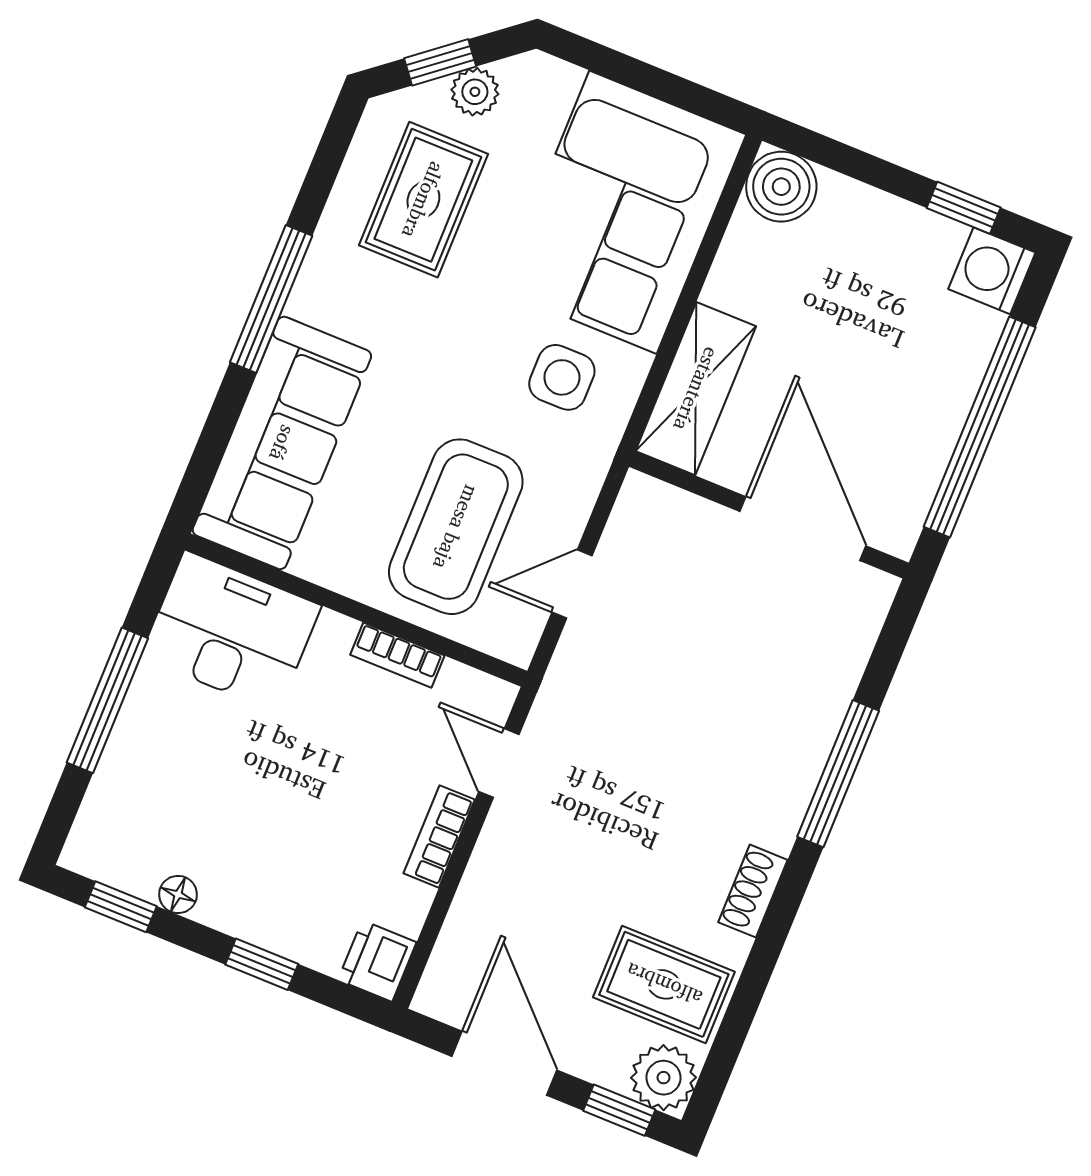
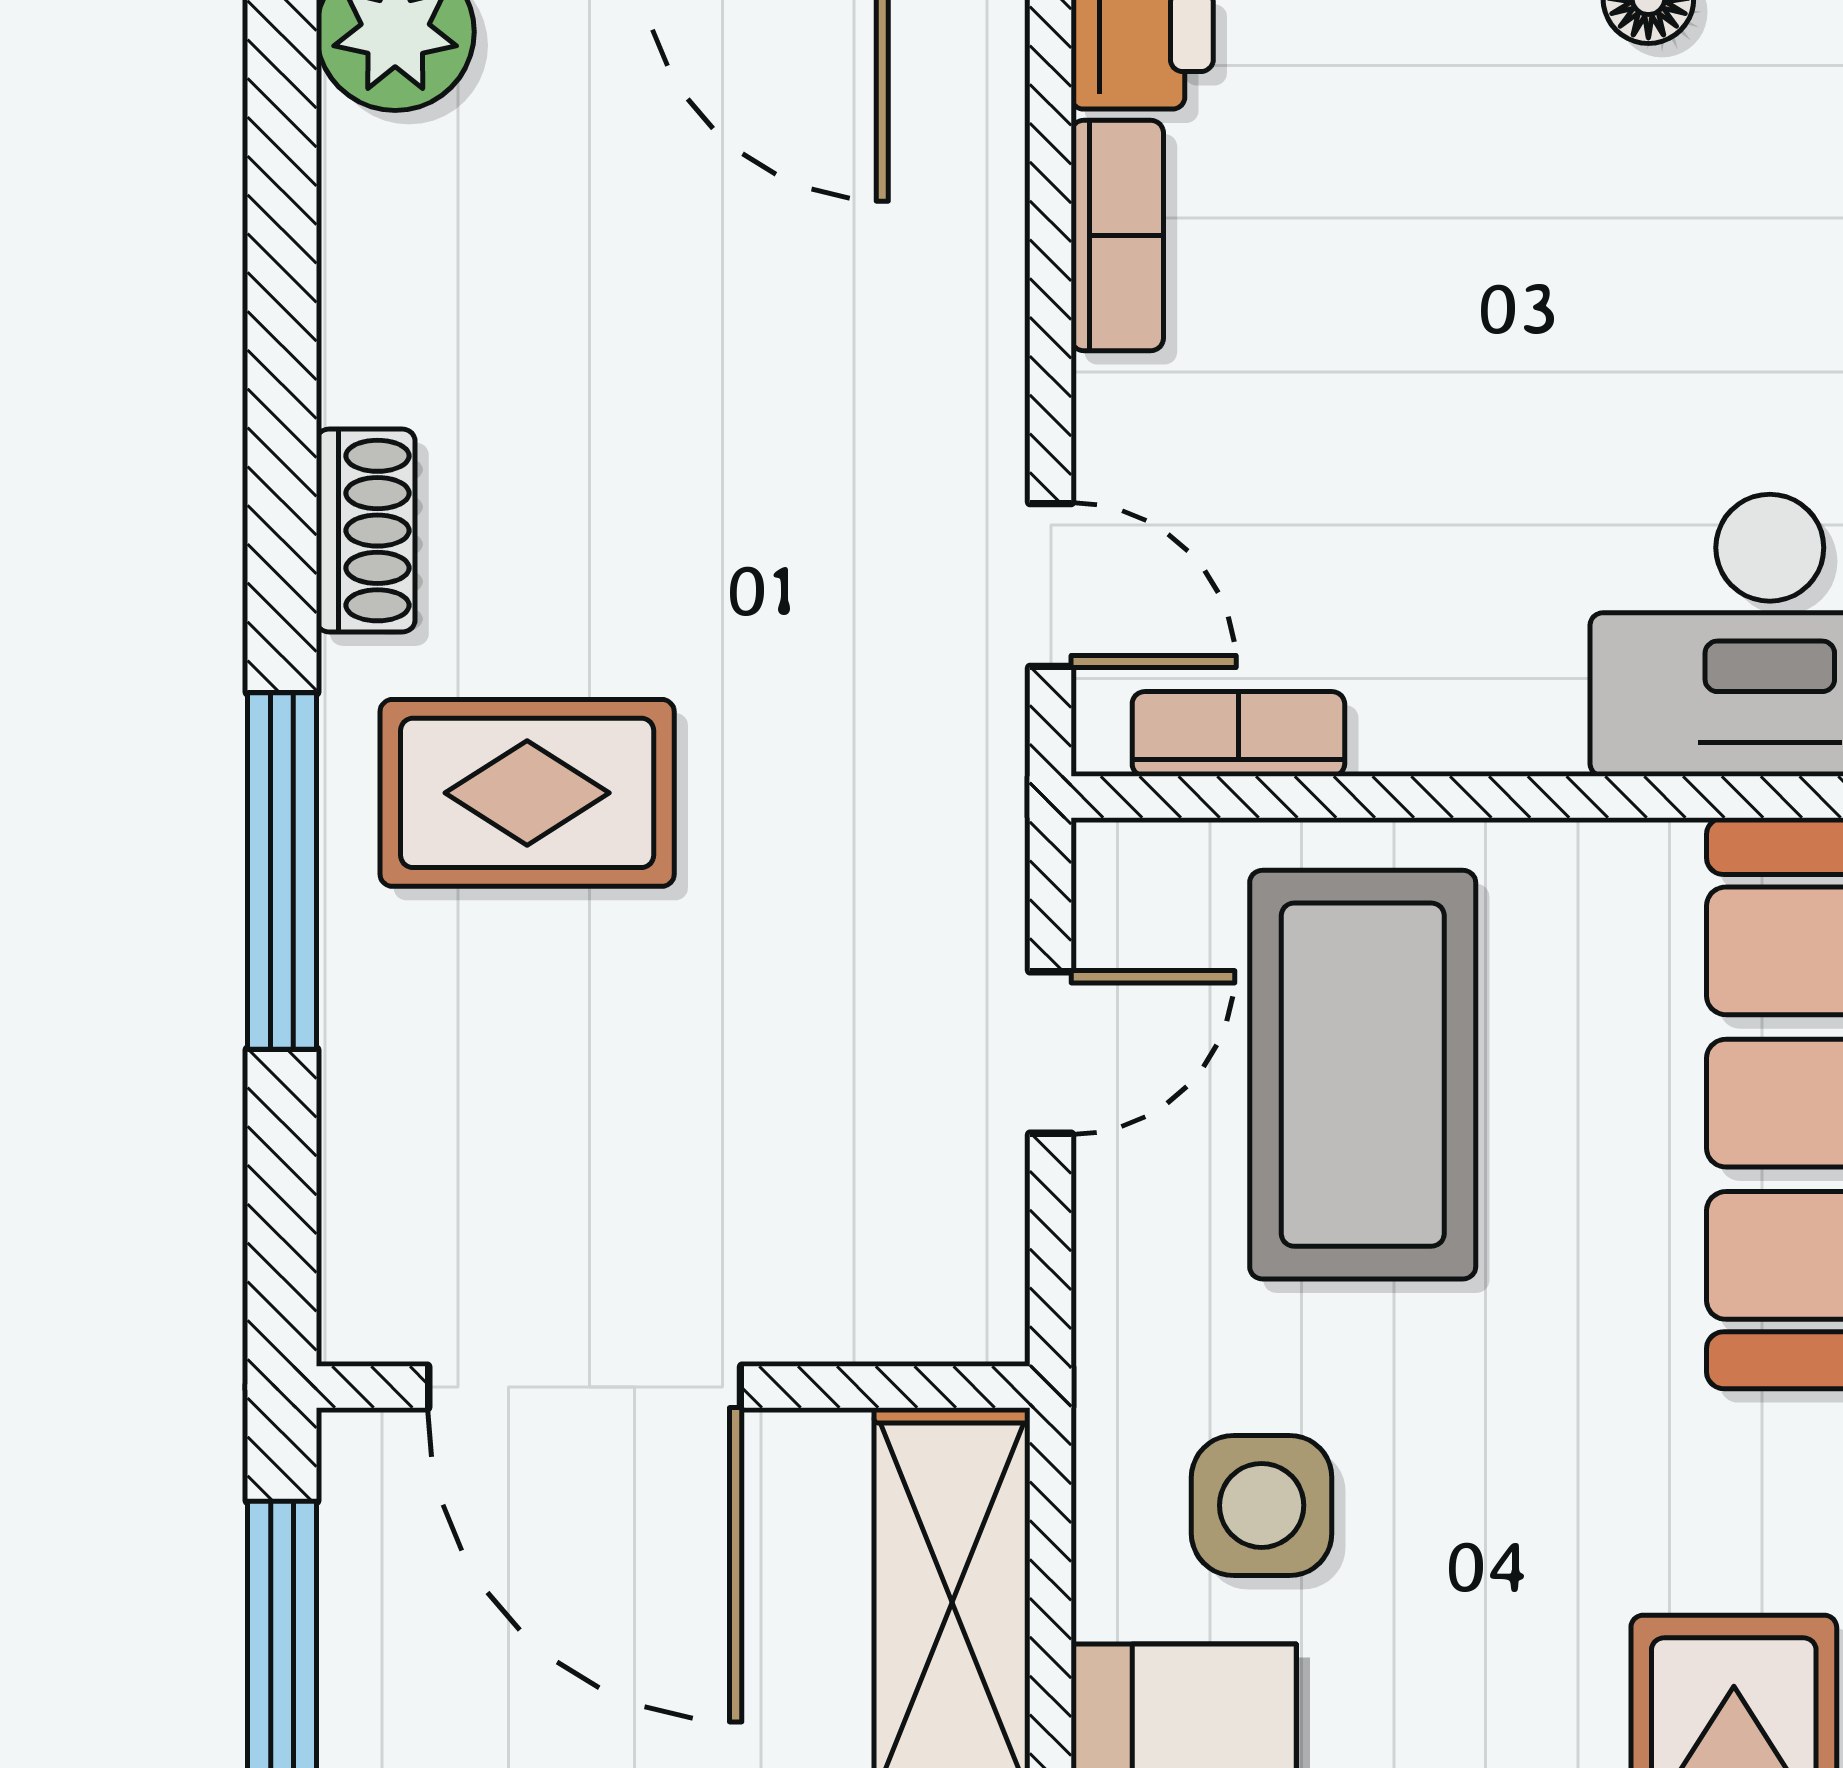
bookcase: (397, 655) -> (1238, 734), moved
bookcase: (439, 836) -> (1117, 235), moved
rug: (664, 984) -> (527, 793), moved

